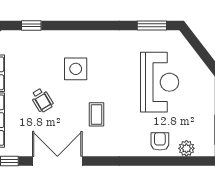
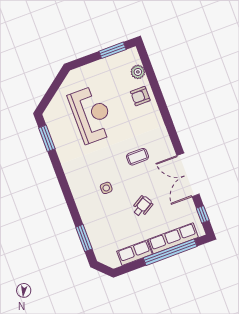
window: (31, 25) -> (84, 238), width x1.50
side table: (76, 69) -> (106, 188), width x0.54, depth x0.54
reception desk: (160, 82) -> (91, 114), turned 90

